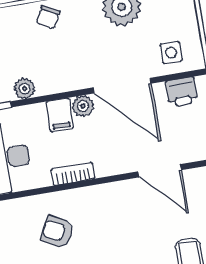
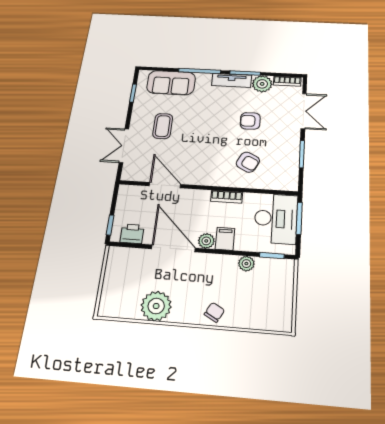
side table: (171, 53) -> (130, 263), removed

